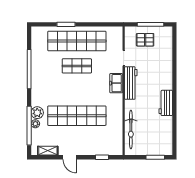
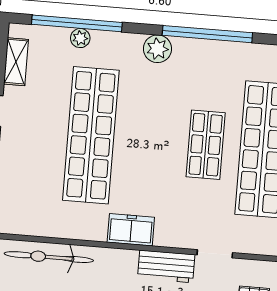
freezer: (116, 83) -> (131, 230), moved
workbench: (131, 83) -> (166, 266), width x0.73
plant: (37, 113) -> (158, 49), moved

